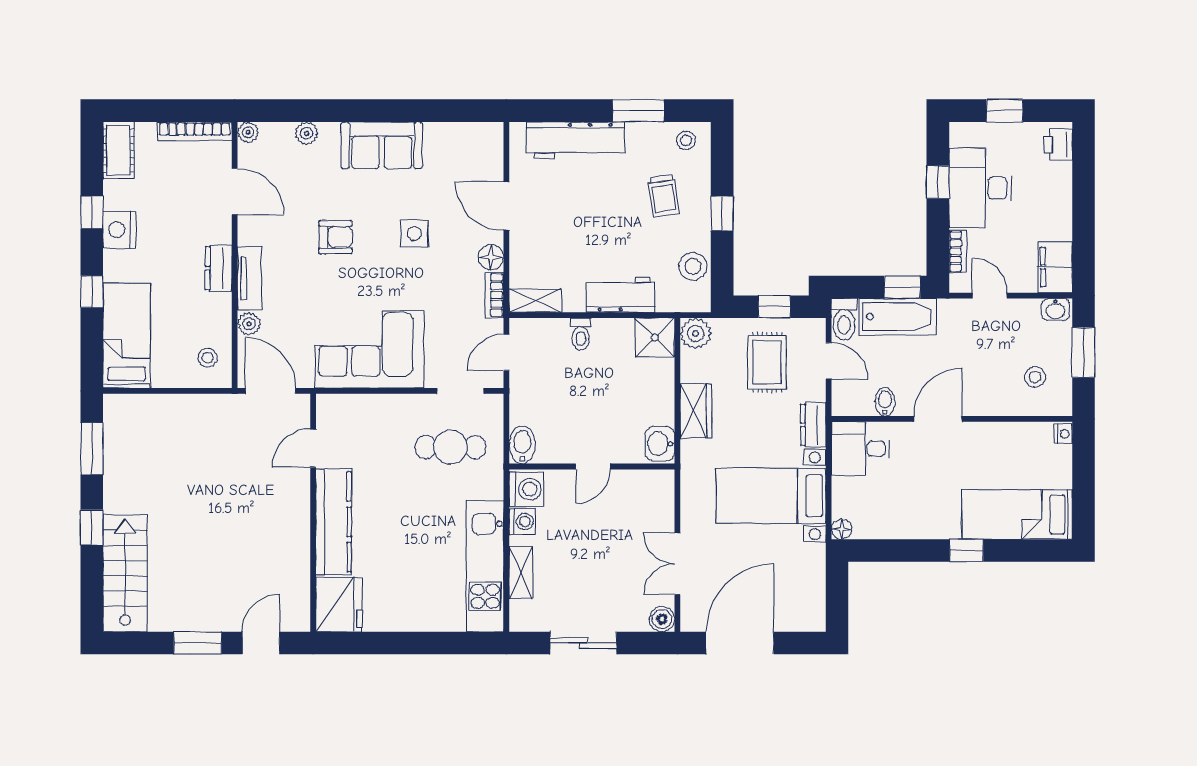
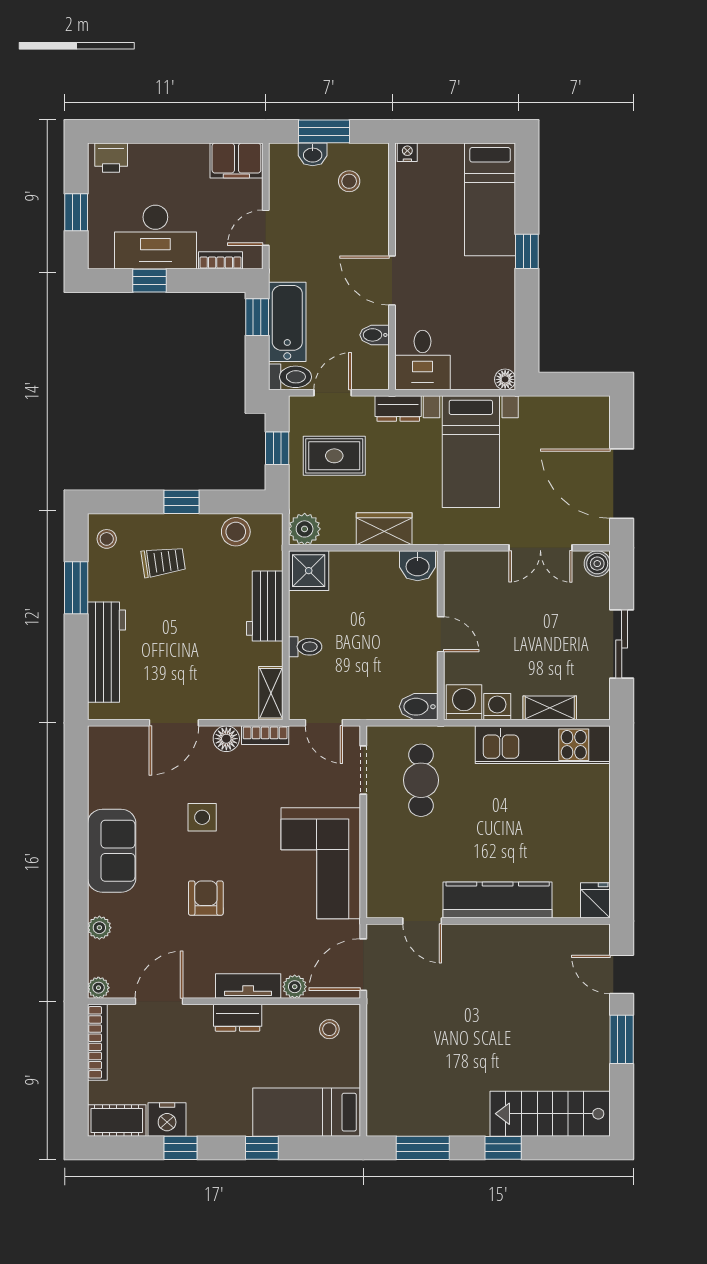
nightstand: (119, 230) -> (167, 1119), moved
washbasin: (1055, 310) -> (313, 154), moved, turned 90
fridge: (339, 604) -> (595, 900), width x0.53, depth x0.75

